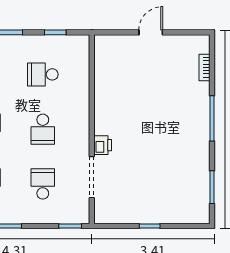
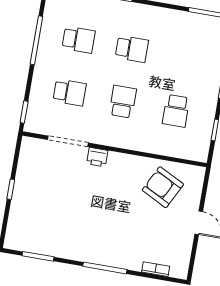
school desk: (43, 74) -> (176, 111), turned 180
armchair: (121, 74) -> (163, 187), added
school desk: (43, 129) -> (123, 102), turned 90

